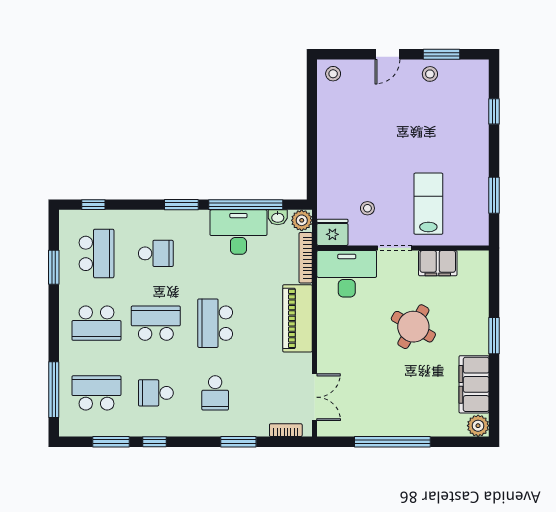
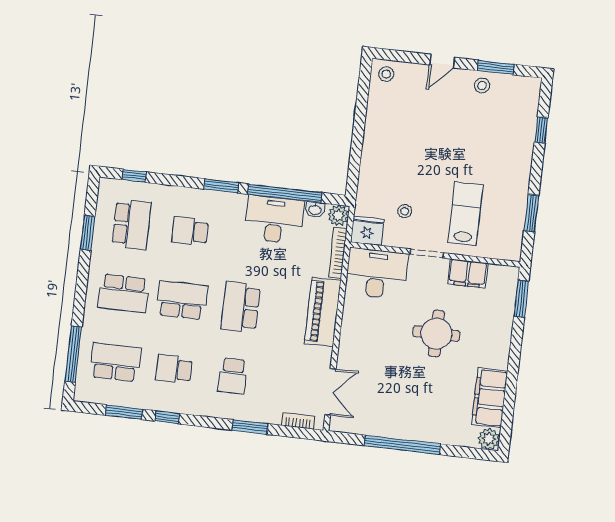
school desk: (156, 253) -> (190, 231), turned 180
round table: (413, 327) -> (436, 334), turned -30
window: (494, 336) -> (521, 299), moved

